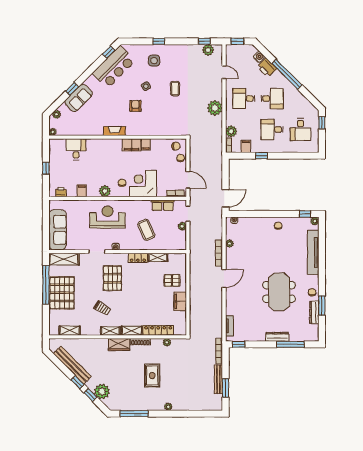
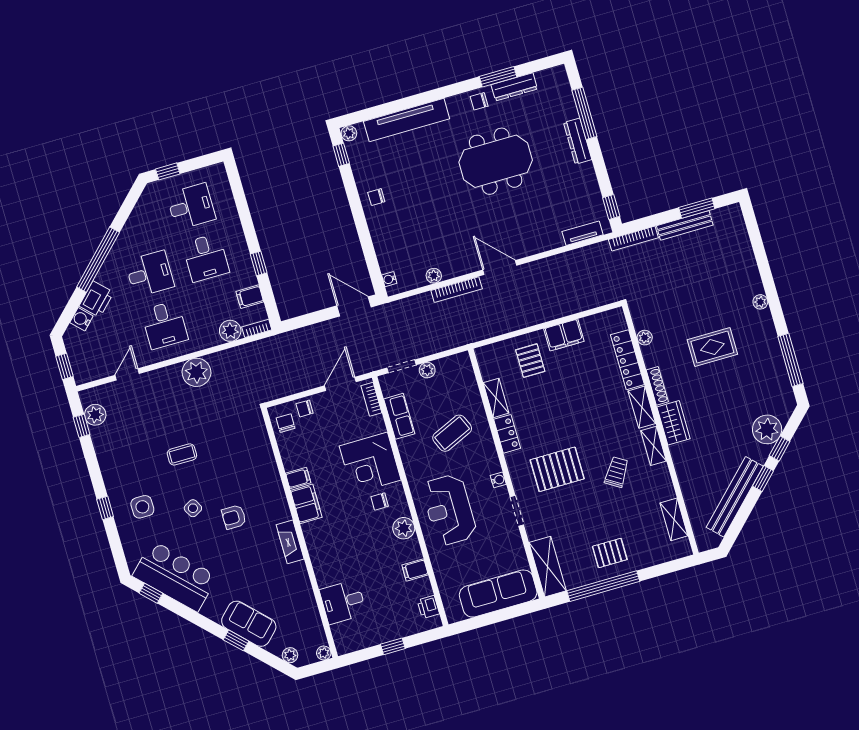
desk: (272, 99) -> (150, 274), turned 90
pallet: (62, 293) -> (610, 553), width x0.49, depth x0.50

